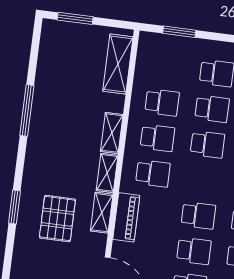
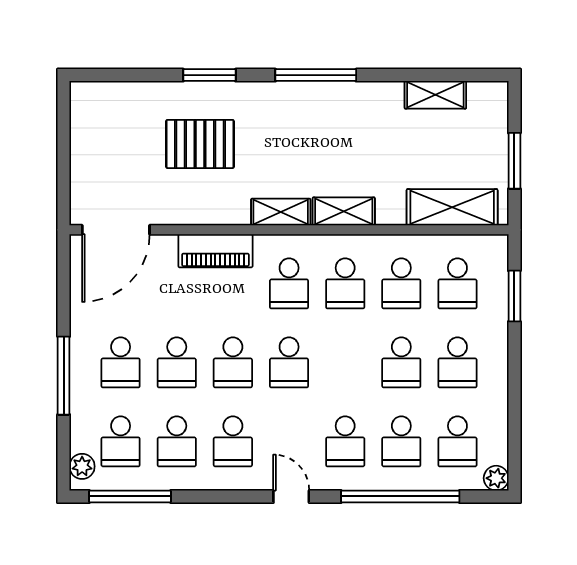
window: (75, 18) -> (514, 161), moved
school desk: (167, 67) -> (457, 283), added
window: (27, 110) -> (316, 75), moved
school desk: (207, 144) -> (289, 362), moved
shelving: (102, 213) -> (435, 95), moved

